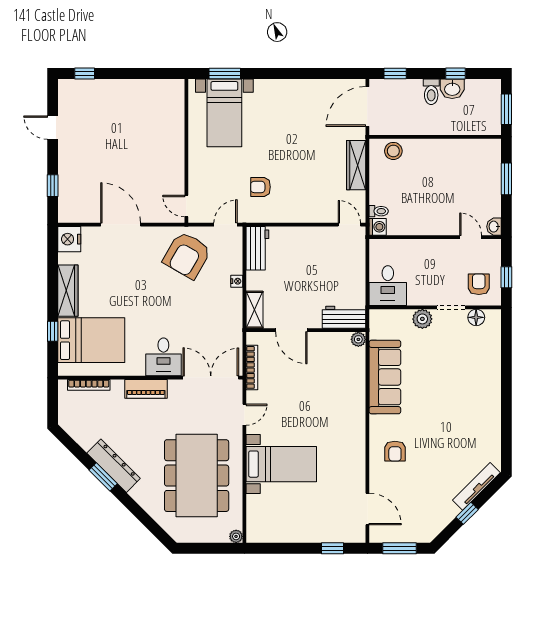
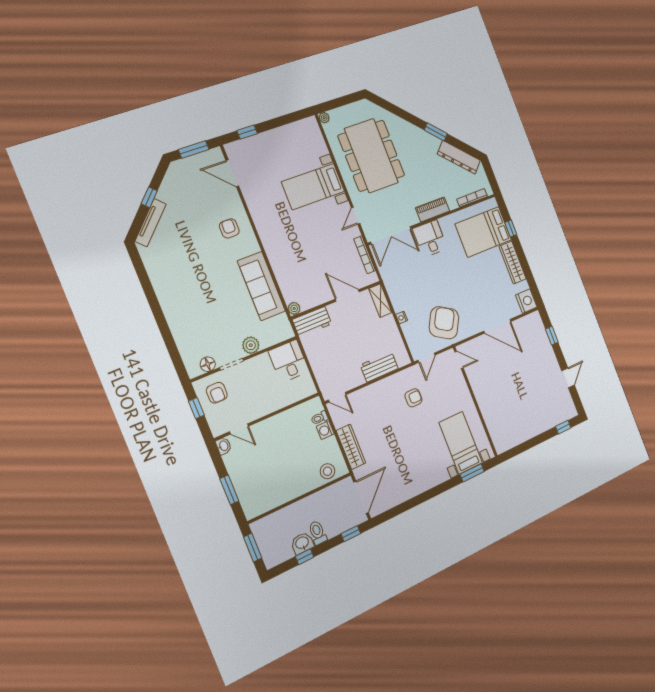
door: (53, 128) -> (568, 378), hinge flipped
washing machine: (378, 227) -> (325, 430), moved
workbench: (257, 248) -> (379, 367), moved, turned 90
dresser: (114, 466) -> (459, 157), moved

